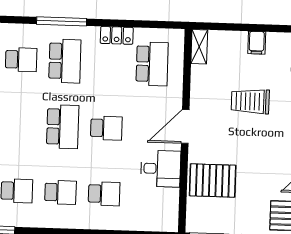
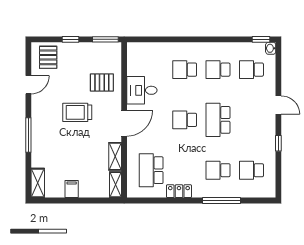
school desk: (65, 61) -> (218, 170), width x0.54
shelving: (199, 84) -> (115, 156), added
trolley: (250, 101) -> (77, 112), moved, turned 180
pallet: (213, 181) -> (102, 82), width x0.67, depth x0.71

